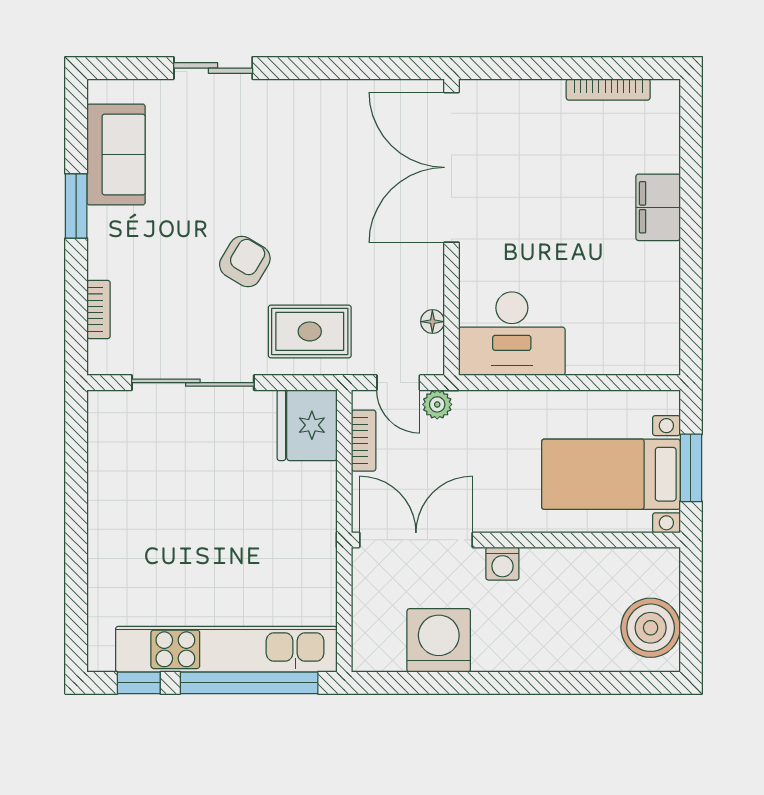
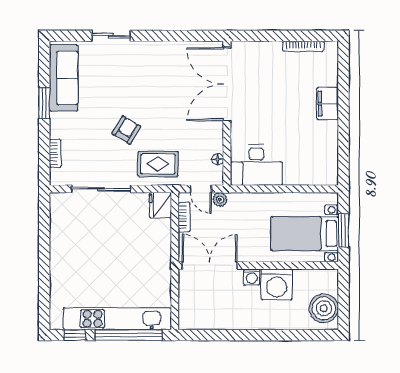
sofa: (116, 155) -> (64, 78), width x1.36
fridge: (307, 425) -> (160, 205), width x0.73, depth x0.75
washing machine: (439, 640) -> (277, 284), moved, turned 180

